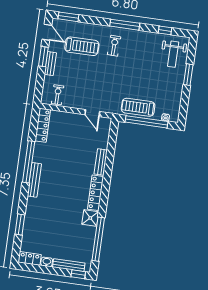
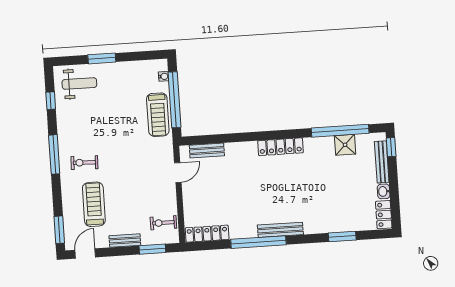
window: (43, 57) -> (152, 249), moved
bench: (101, 162) -> (207, 151), moved
shower: (90, 218) -> (345, 145), moved

